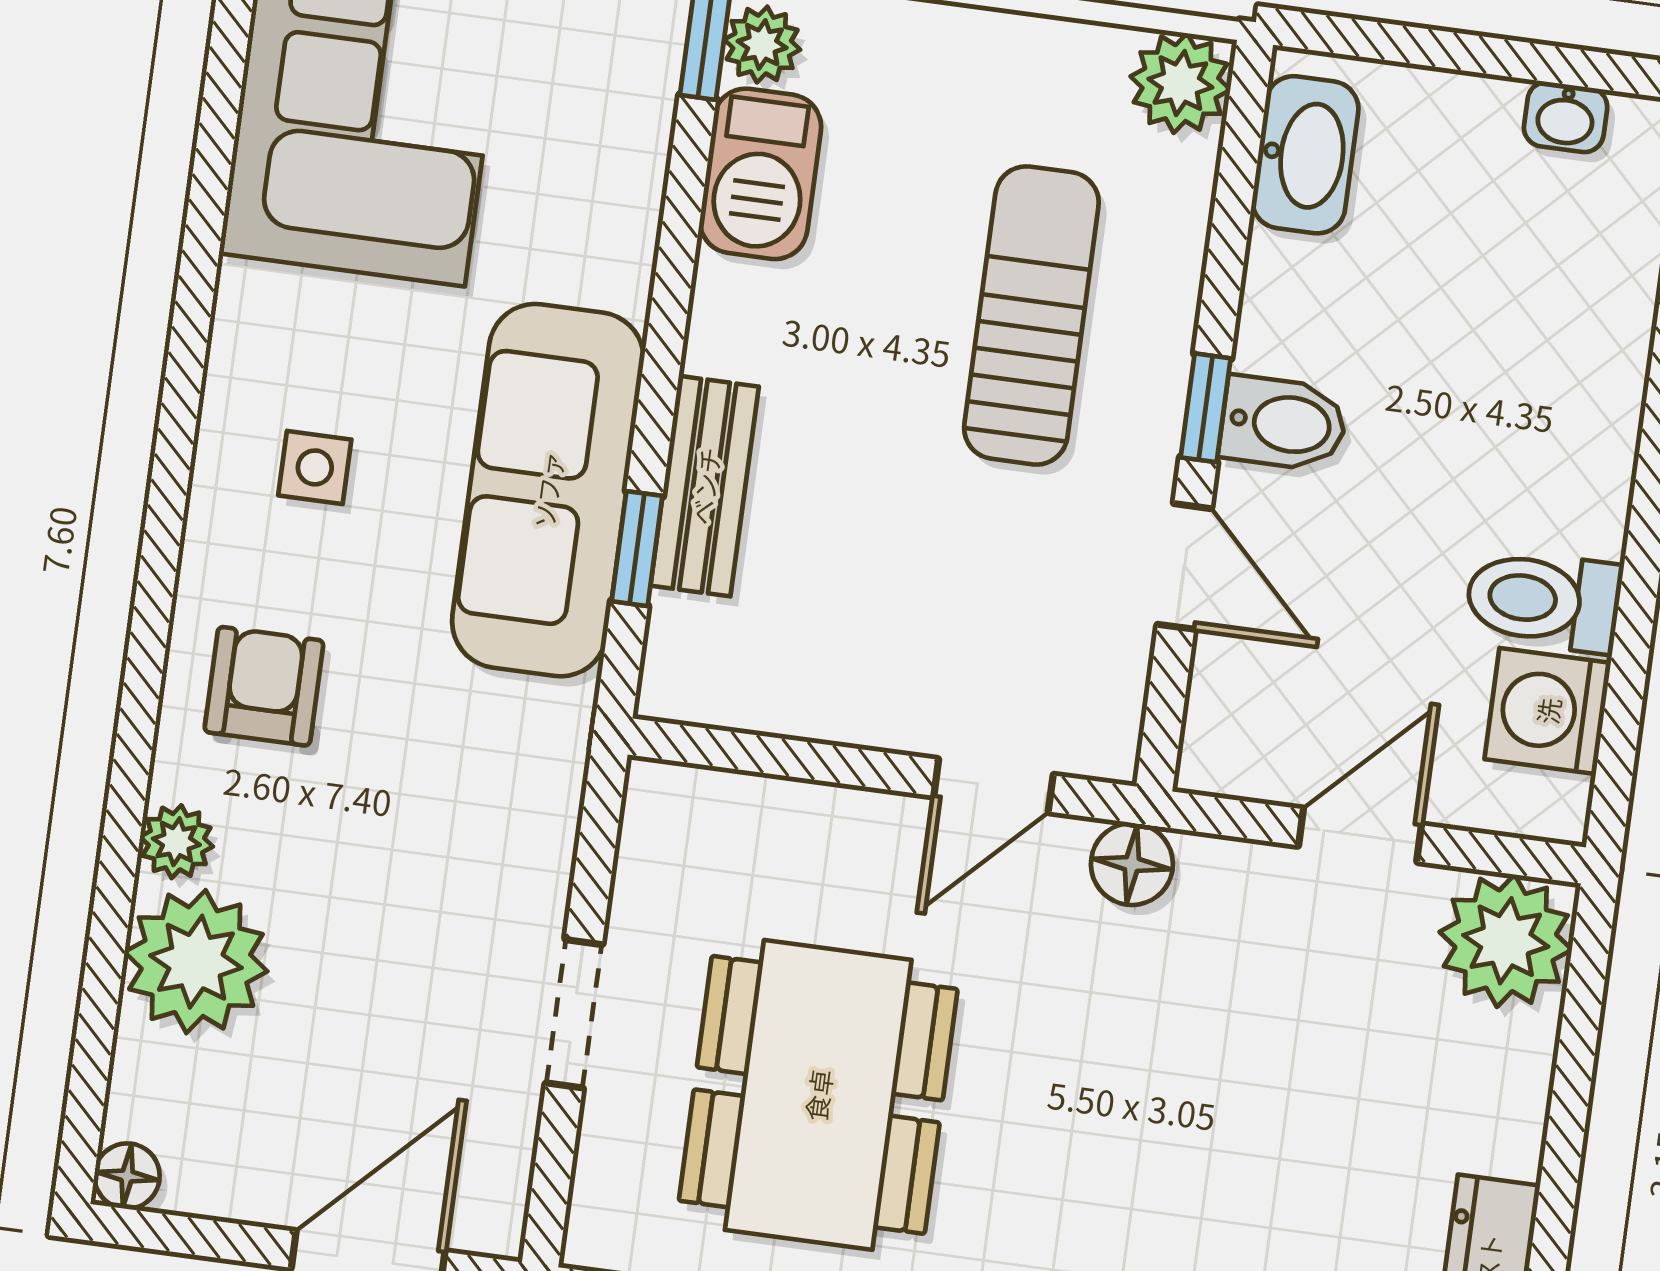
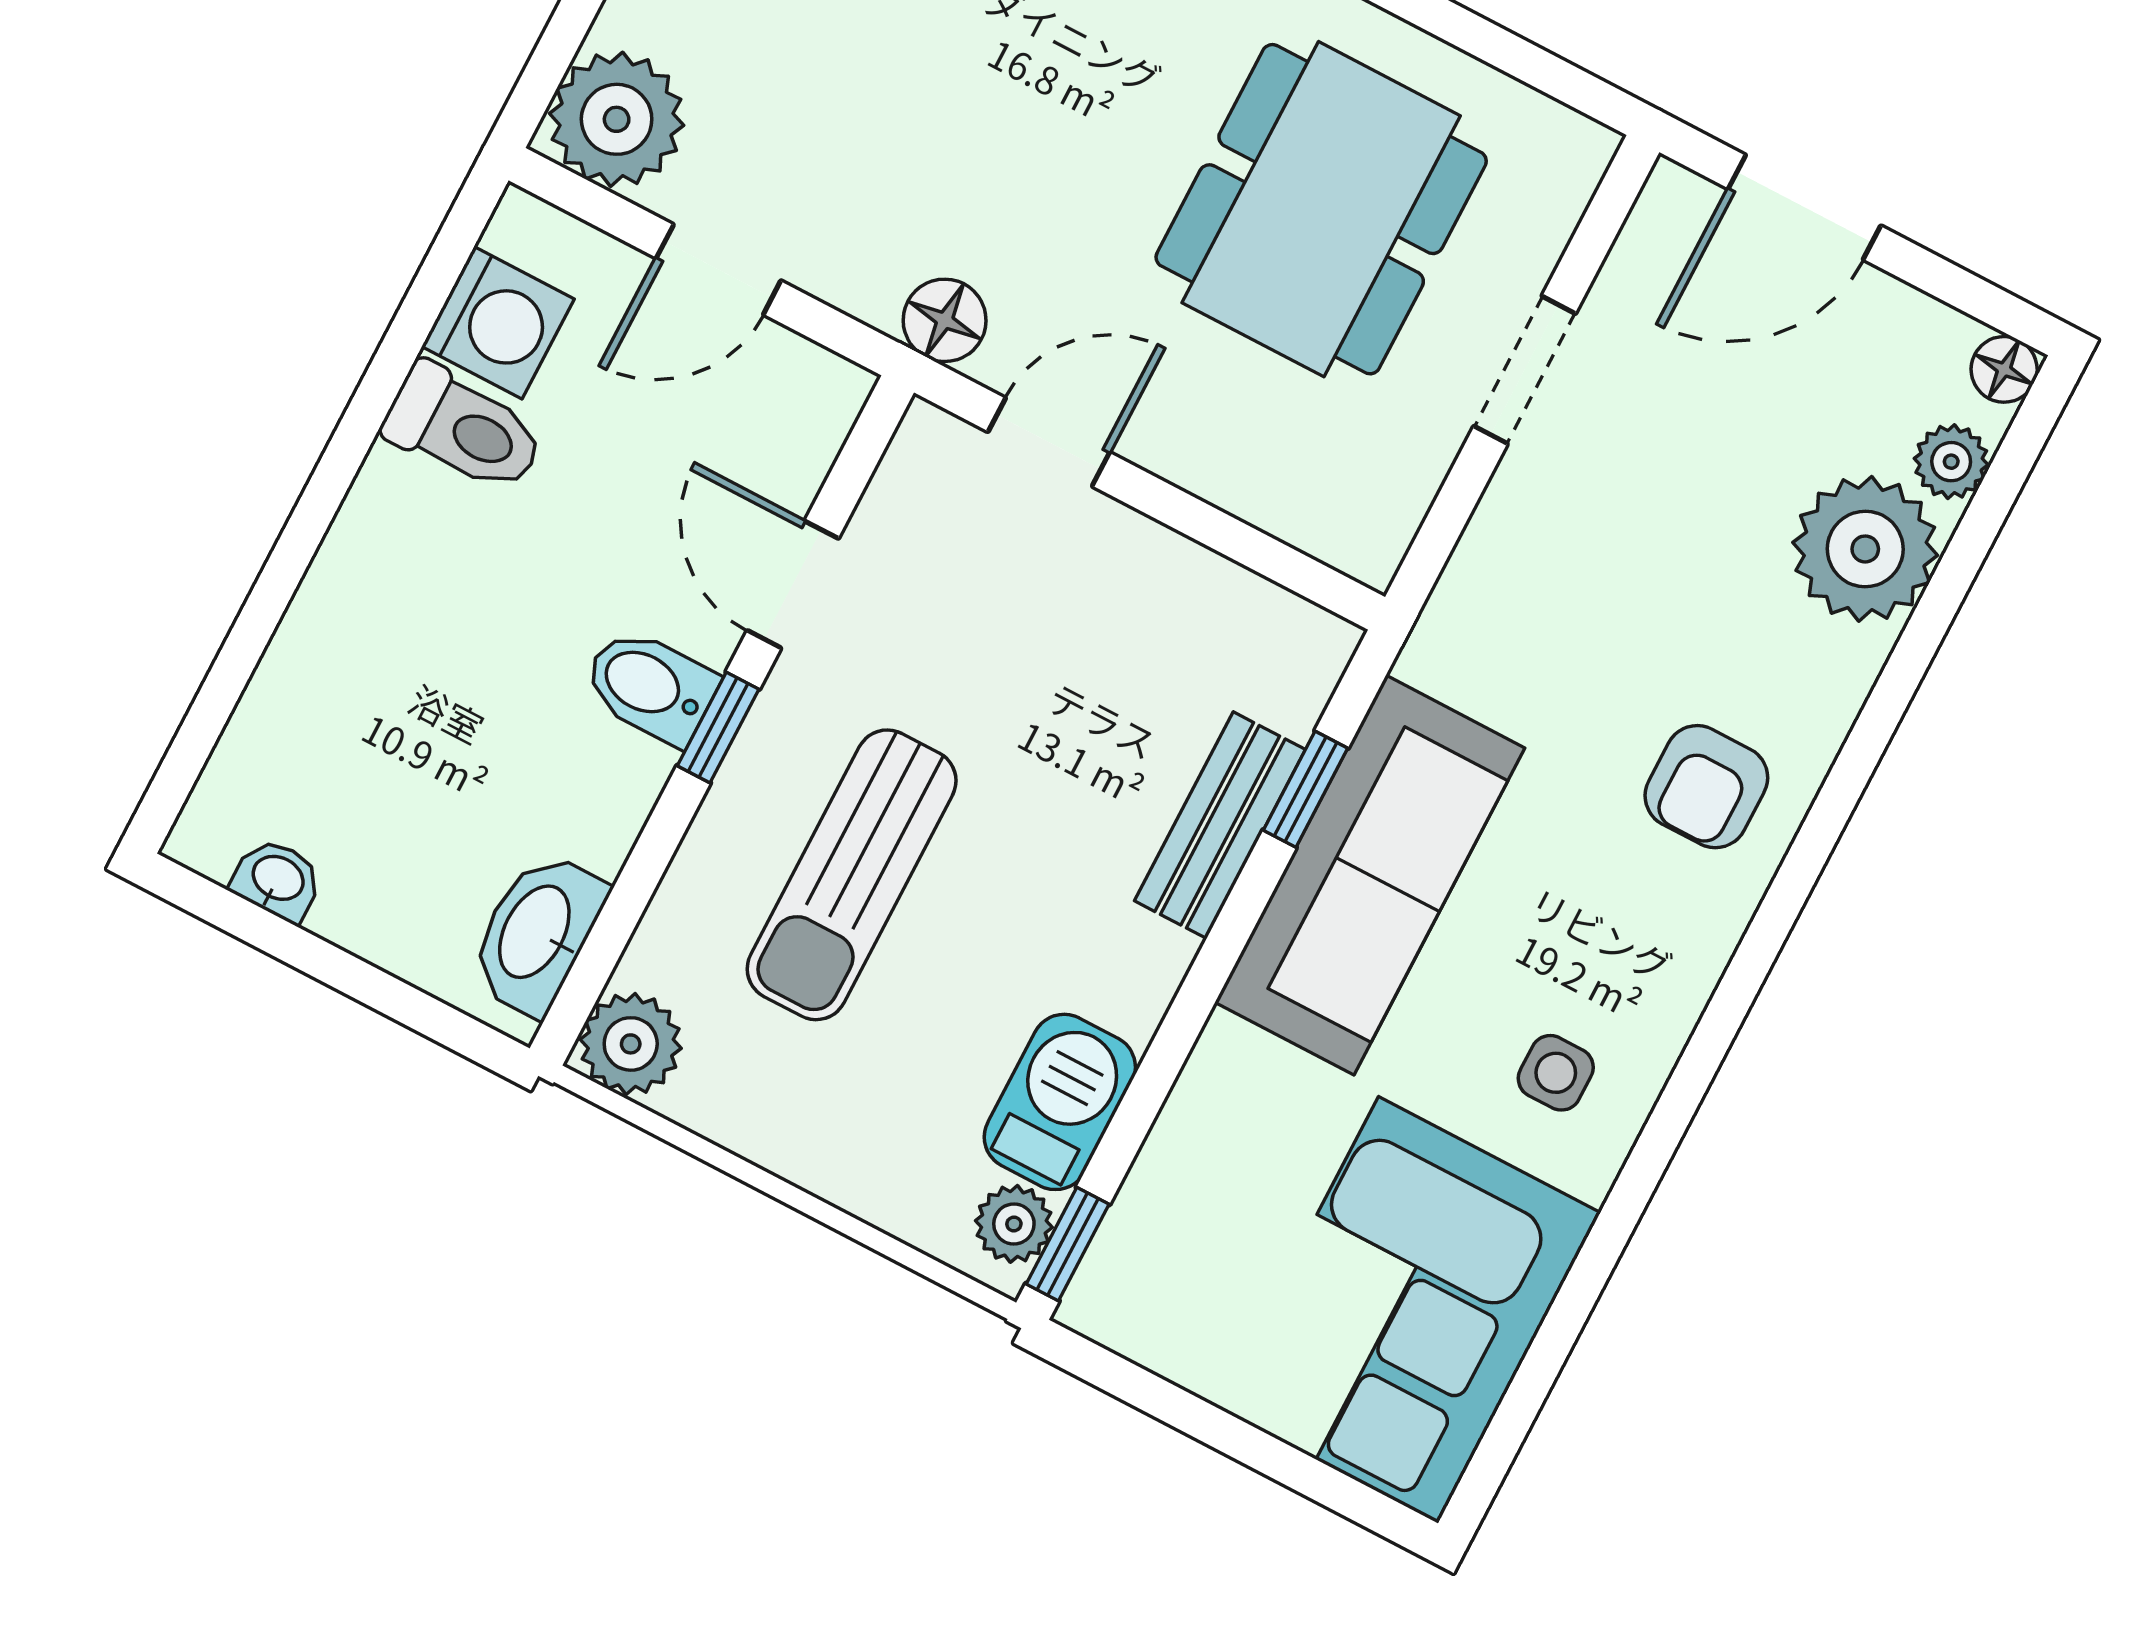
side table: (315, 467) -> (1556, 1073), moved
plant: (176, 842) -> (1951, 462), moved

